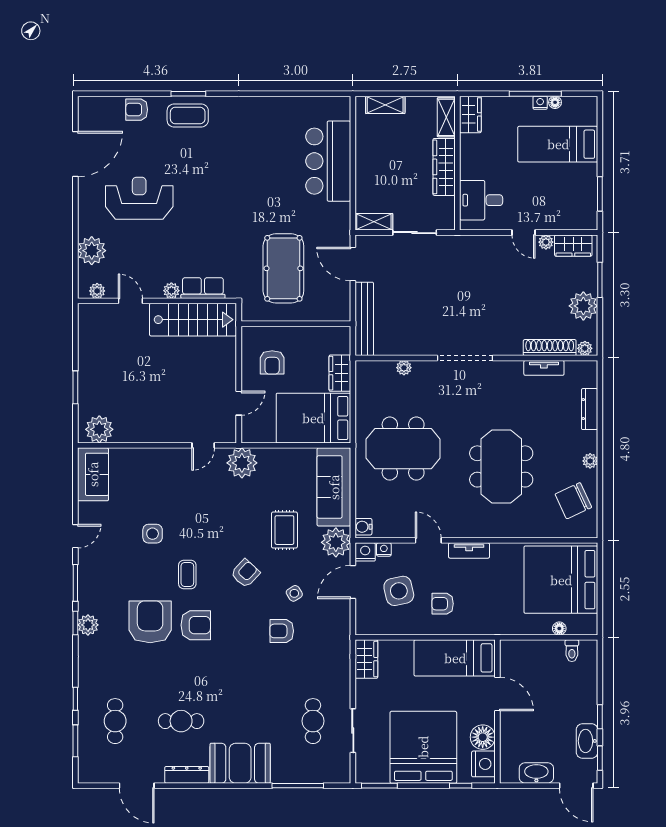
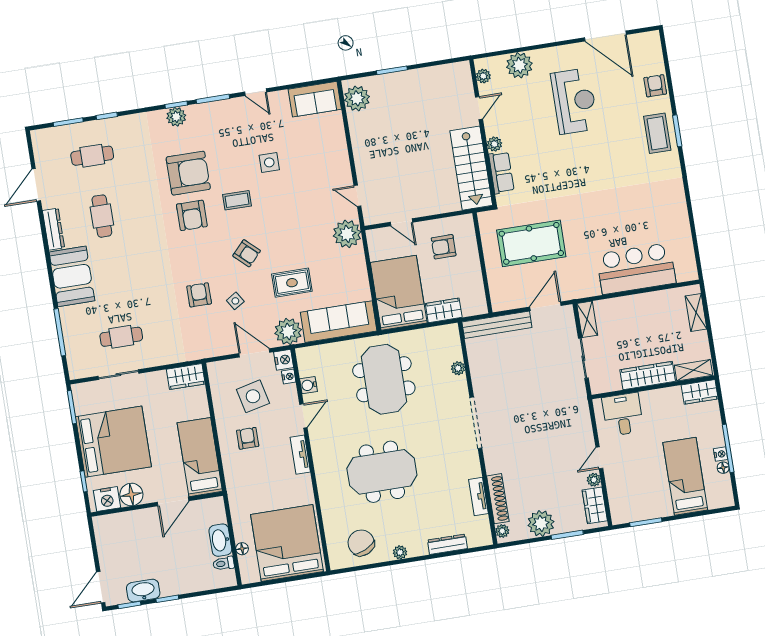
water cooler: (363, 527) -> (308, 385), moved, turned -90
washbasin: (536, 773) -> (220, 540), moved, turned 180

